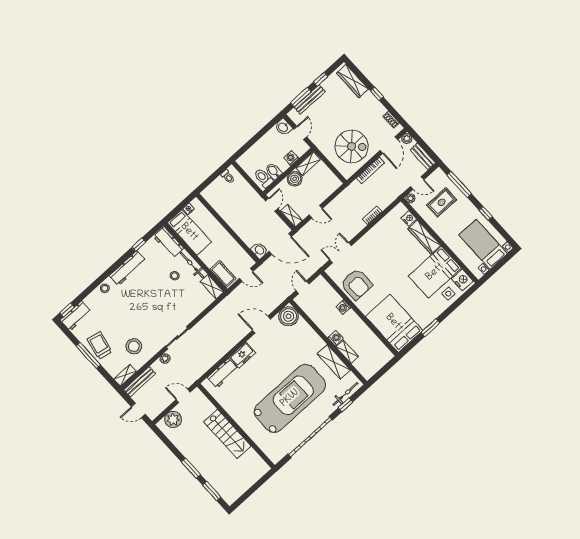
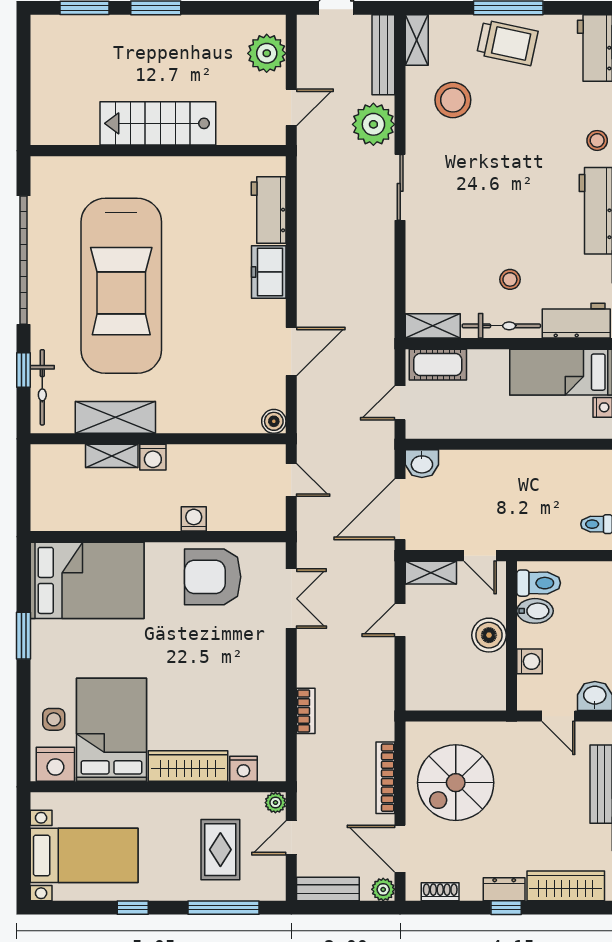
dresser: (372, 100) -> (504, 889), added
shelving: (308, 164) -> (494, 682), removed
boiler: (289, 316) -> (274, 421), width x0.54, depth x0.54
plant: (165, 359) -> (373, 124), width x1.88, depth x1.88

